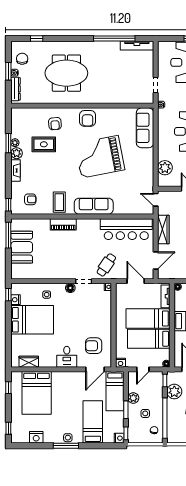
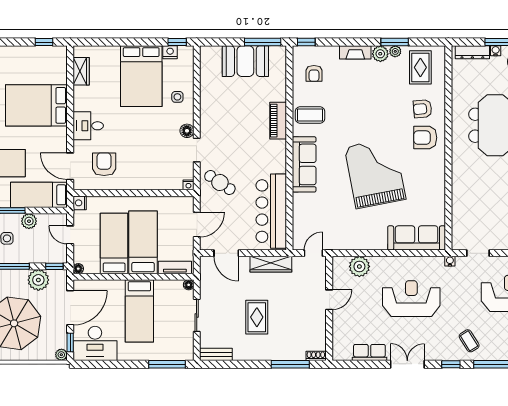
armchair: (88, 118) -> (425, 138), moved
rug: (44, 144) -> (420, 67), moved
bed: (37, 393) -> (36, 105), moved

